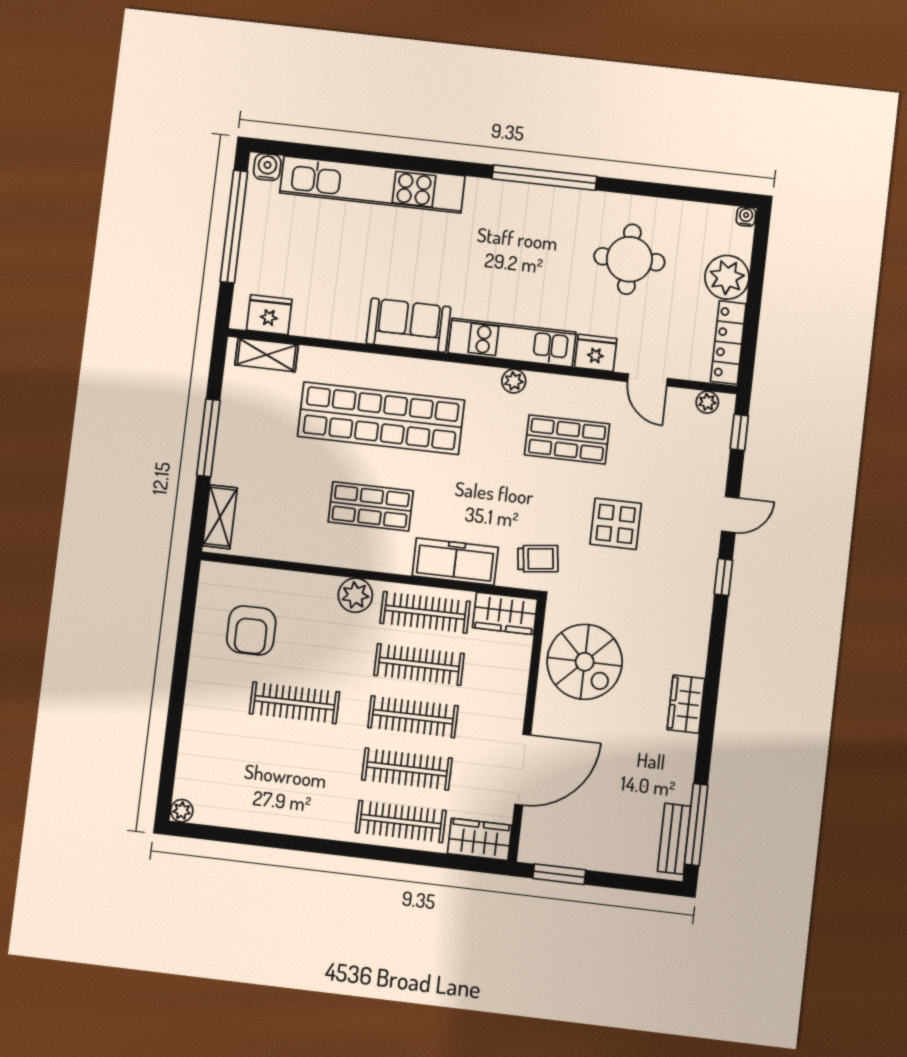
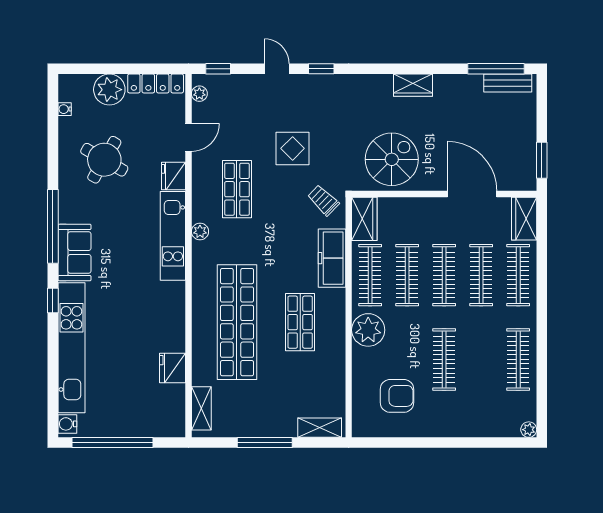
window: (441, 166) -> (53, 300), added
water cooler: (746, 217) -> (65, 109), moved
round table: (629, 259) -> (104, 160), turned 30
fridge: (269, 315) -> (173, 368), moved
sofa: (408, 325) -> (74, 253), moved, turned 180
trolley: (538, 559) -> (323, 200), turned -39
plant: (355, 595) -> (368, 330), width x1.36, depth x1.36
clothes rail: (282, 807) -> (518, 359), added

